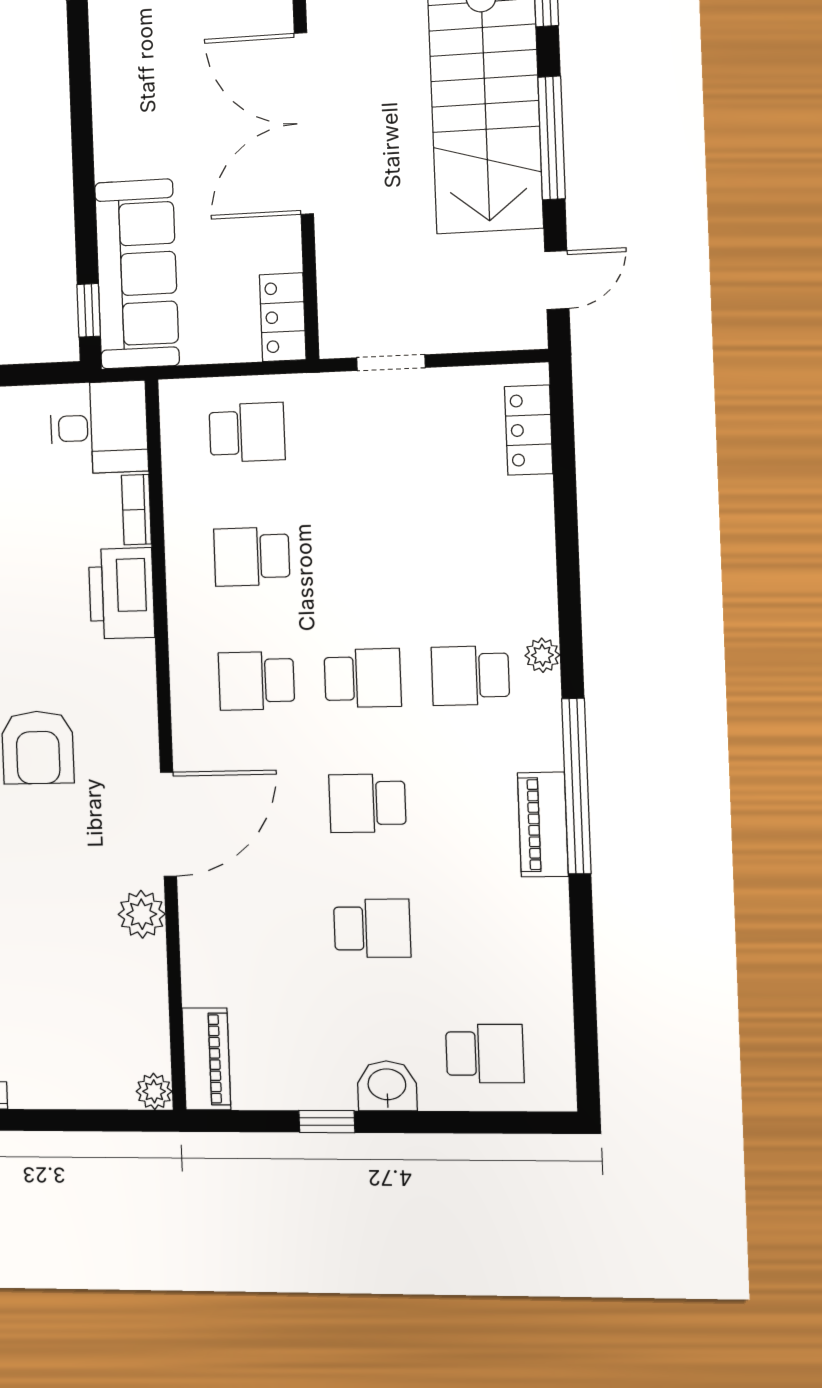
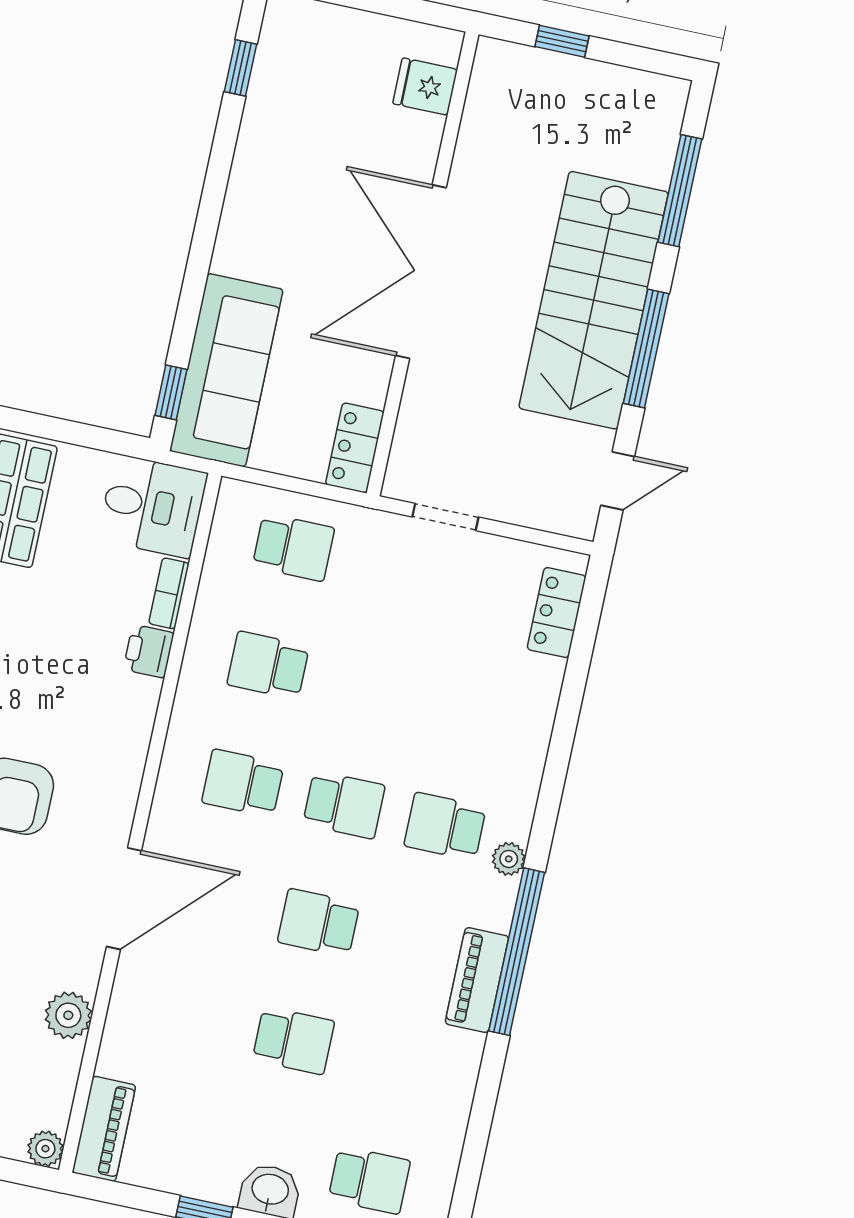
printer: (122, 593) -> (149, 651), width x0.53, depth x0.68
plant: (542, 655) -> (509, 859), moved
plant: (142, 914) -> (68, 1015), moved

